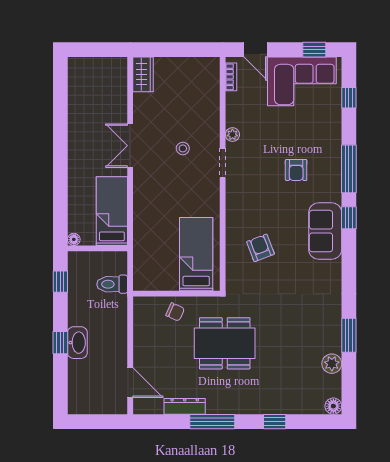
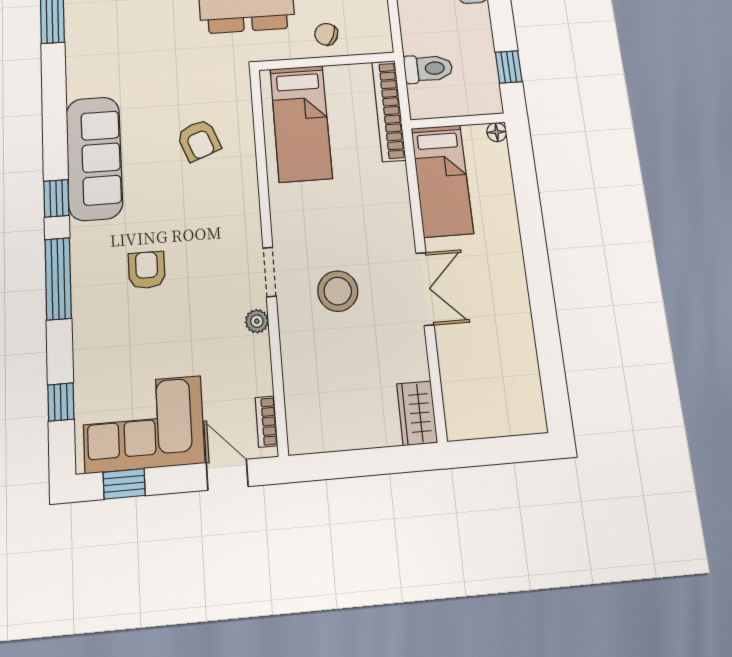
stool: (183, 148) -> (338, 291), width x1.89, depth x1.89
sofa: (325, 231) -> (94, 158), width x1.36
bookcase: (140, 258) -> (389, 111), added

